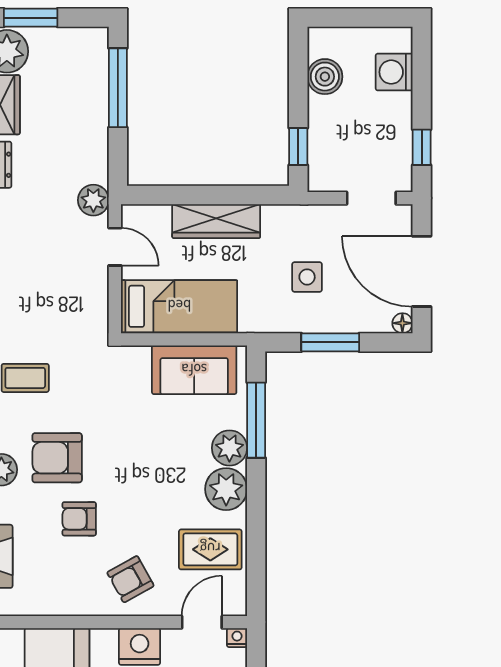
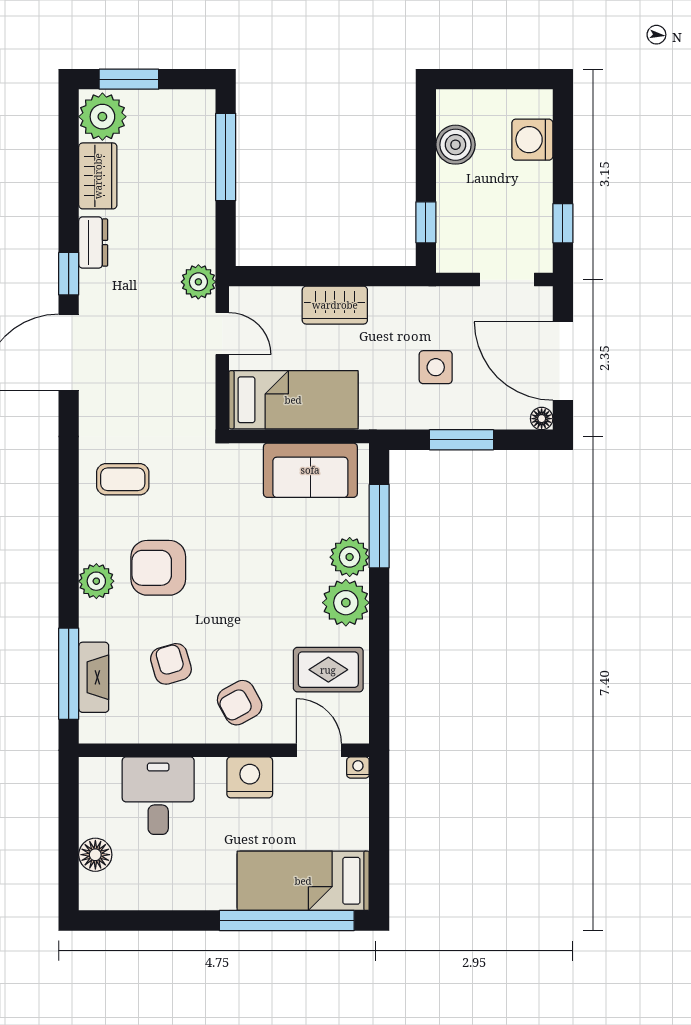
wardrobe: (216, 221) -> (335, 305), width x0.67
armchair: (79, 519) -> (171, 664), moved, turned 74
door: (202, 622) -> (319, 750), hinge flipped

